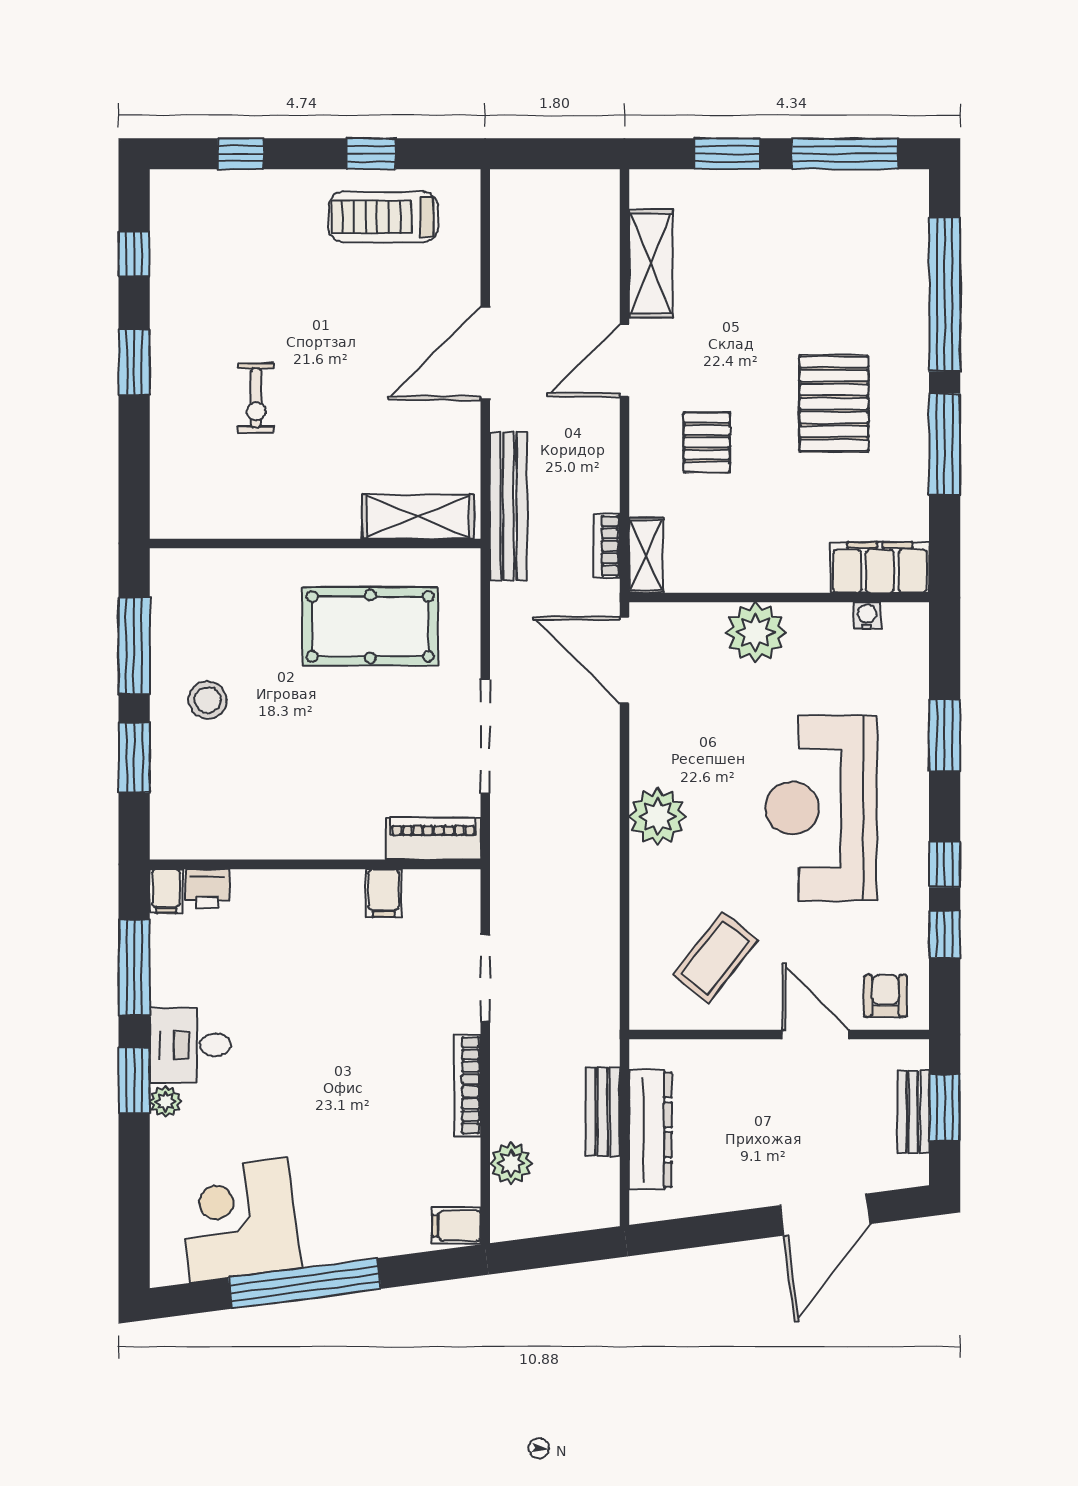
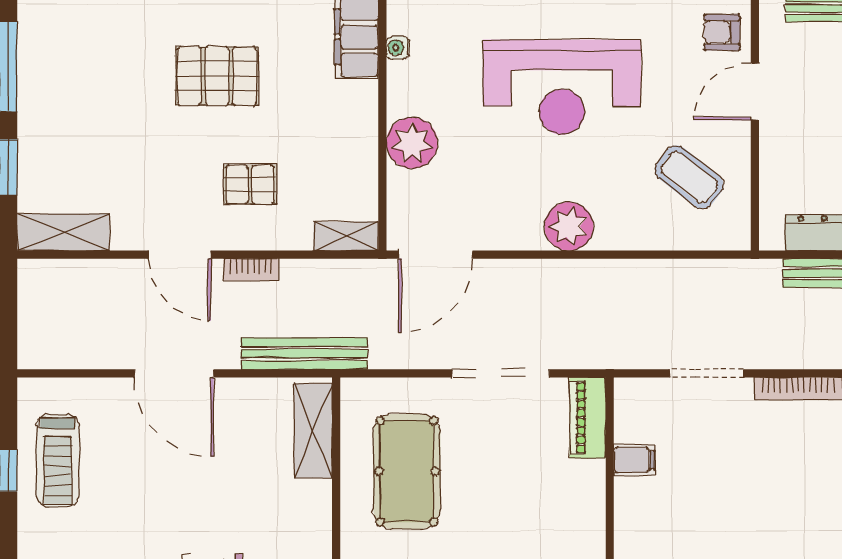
shelving: (651, 263) -> (63, 232), moved
bookcase: (607, 546) -> (251, 270), moved

